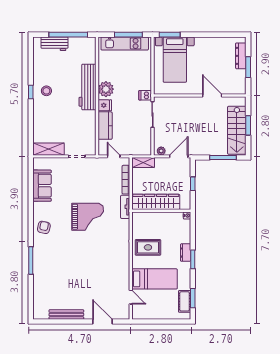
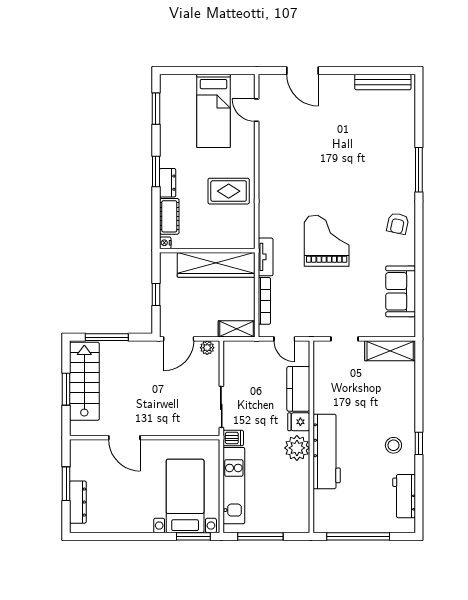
kitchen unit: (125, 43) -> (234, 486), moved, turned 90
workbench: (55, 44) -> (404, 496), moved, turned -90
grand piano: (88, 217) -> (327, 241), turned 90
bed: (154, 279) -> (213, 111), moved, turned -90
cot: (185, 301) -> (169, 216), moved
bench: (66, 315) -> (383, 82), moved

